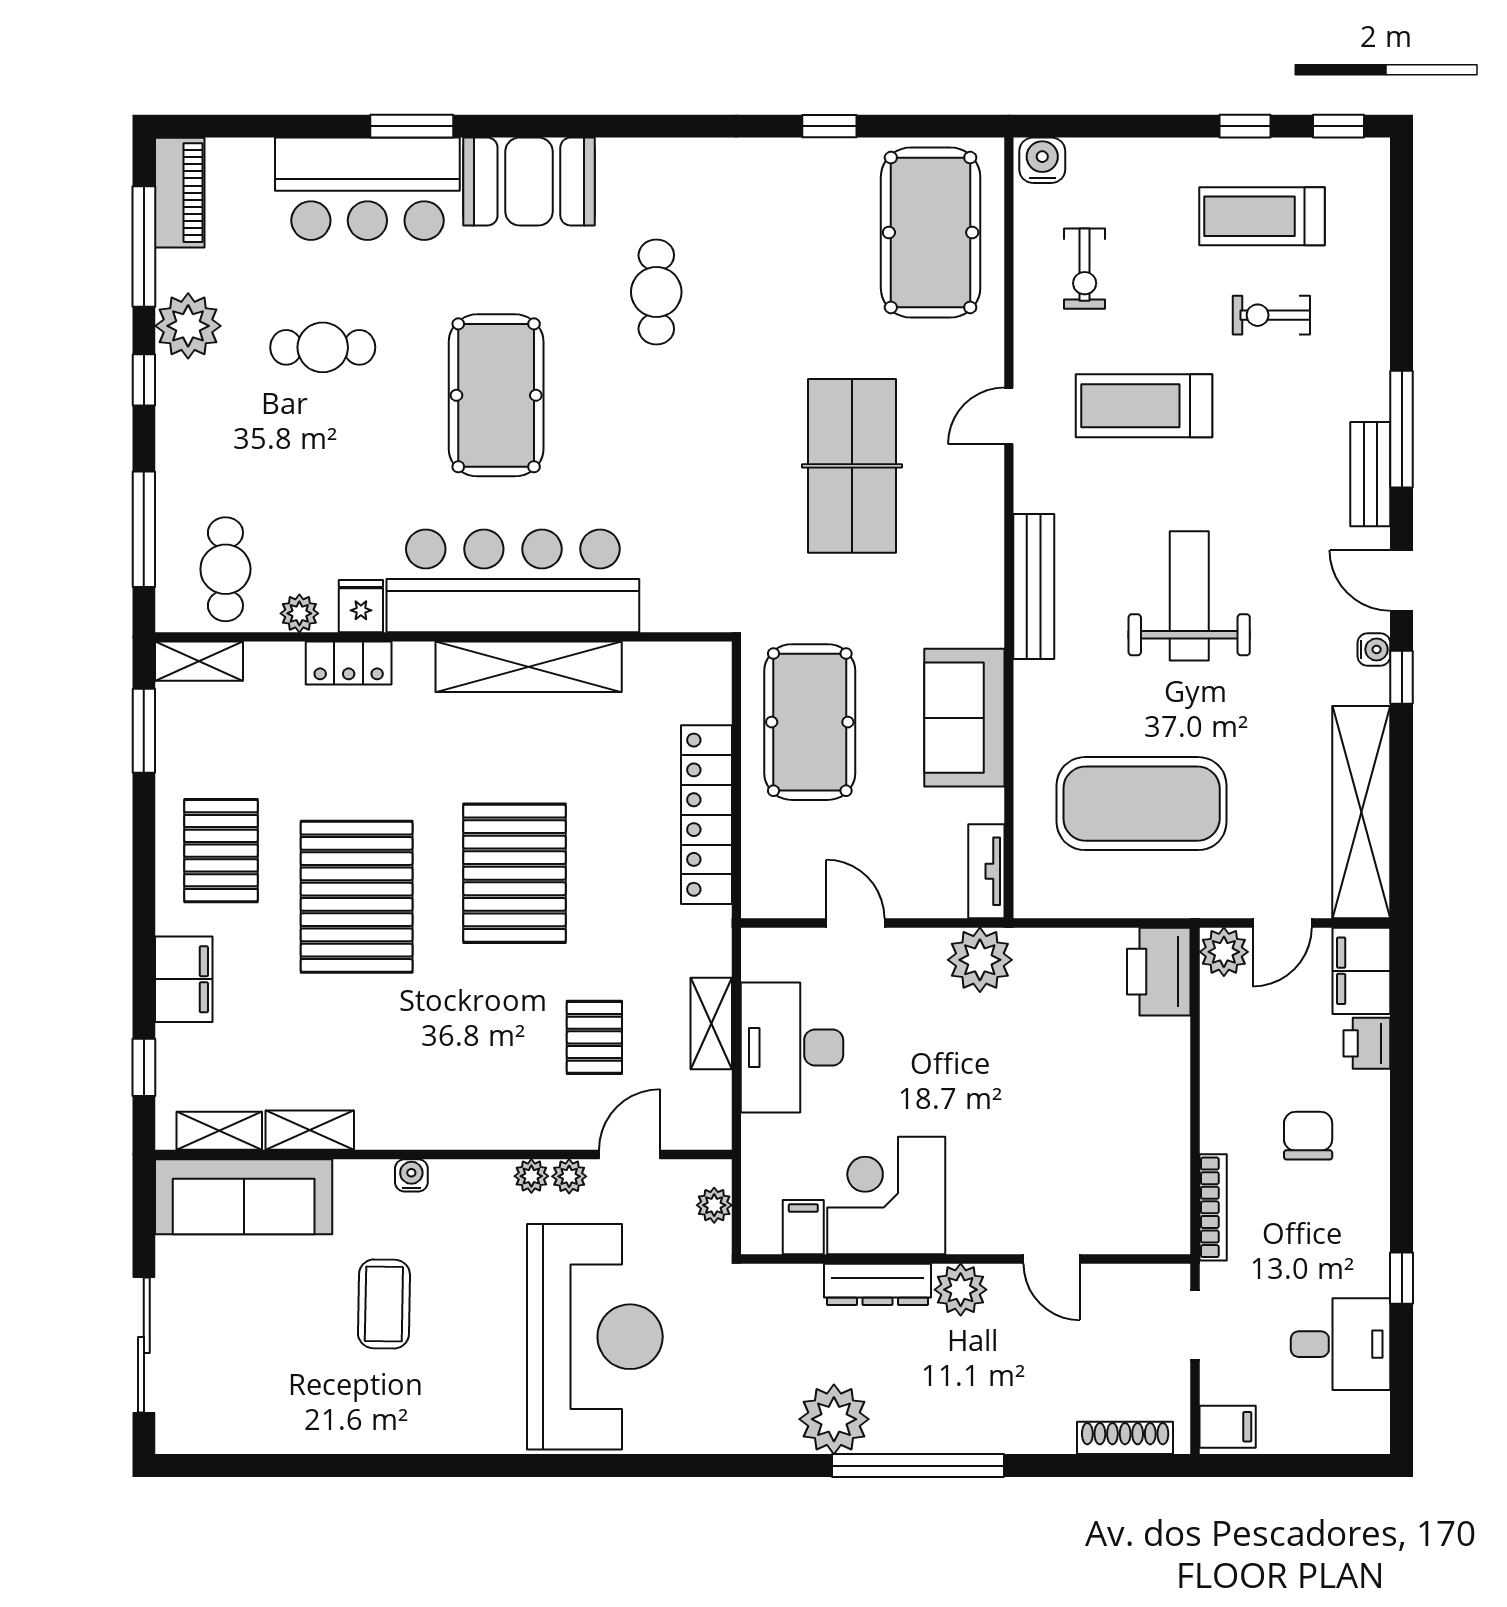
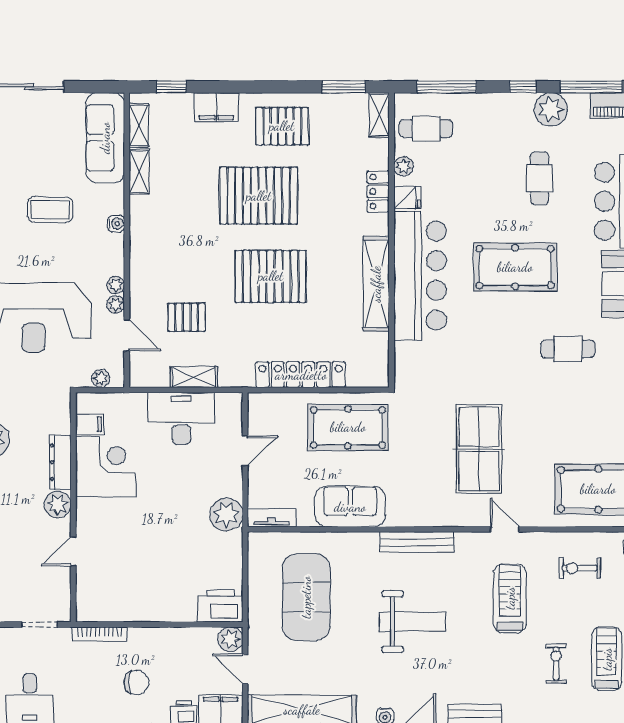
table tennis table: (852, 466) -> (479, 449), turned 90

